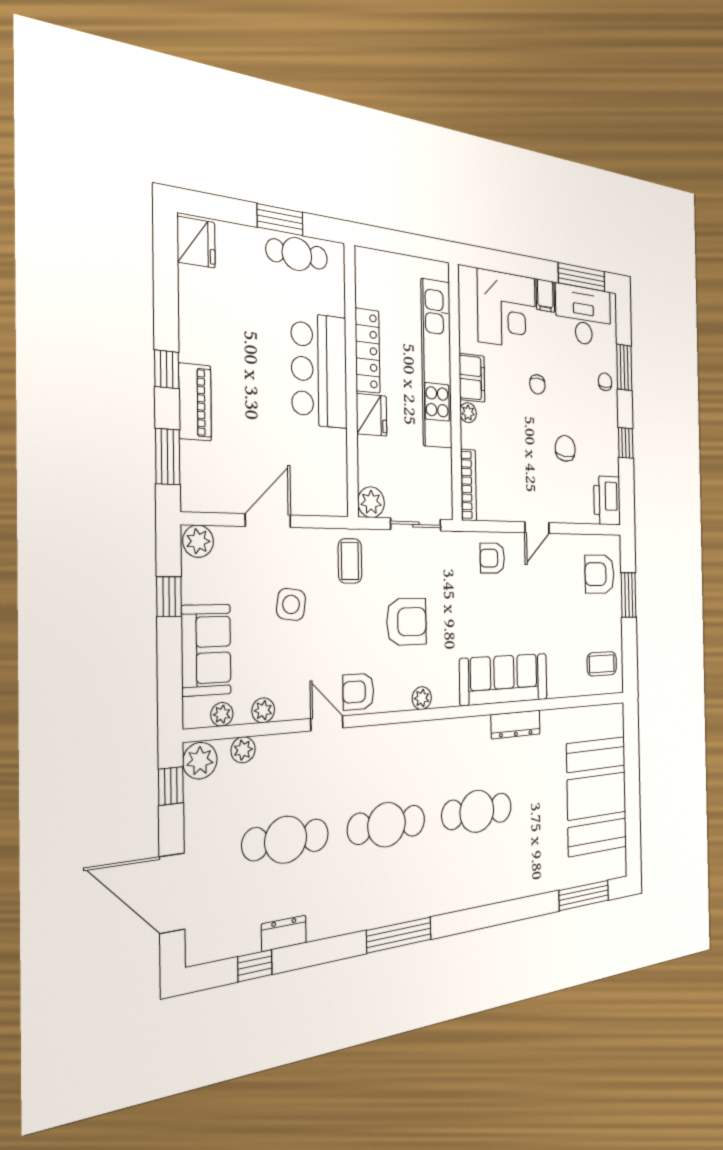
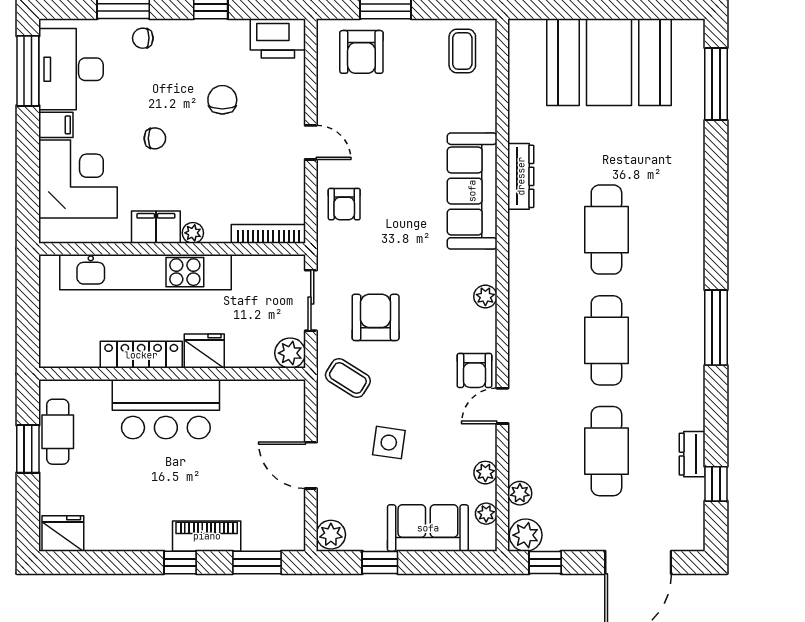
chair: (565, 448) -> (222, 100), turned 85
coffee table: (350, 561) -> (348, 378), turned 32
armchair: (406, 622) -> (376, 317), moved

